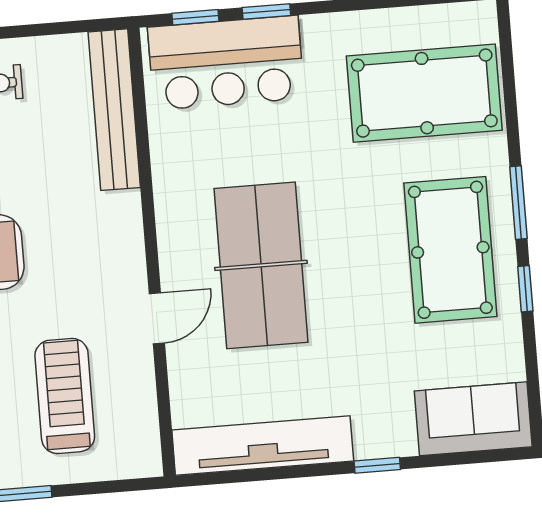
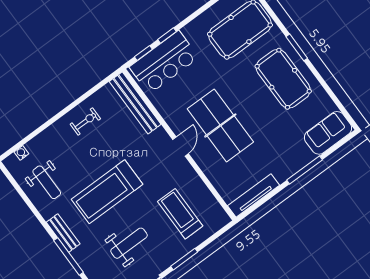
window: (525, 289) -> (318, 76), removed
door: (157, 318) -> (181, 146), moved
tv unit: (263, 445) -> (254, 196), width x0.73, depth x0.78
window: (377, 465) -> (305, 170), width x2.17

